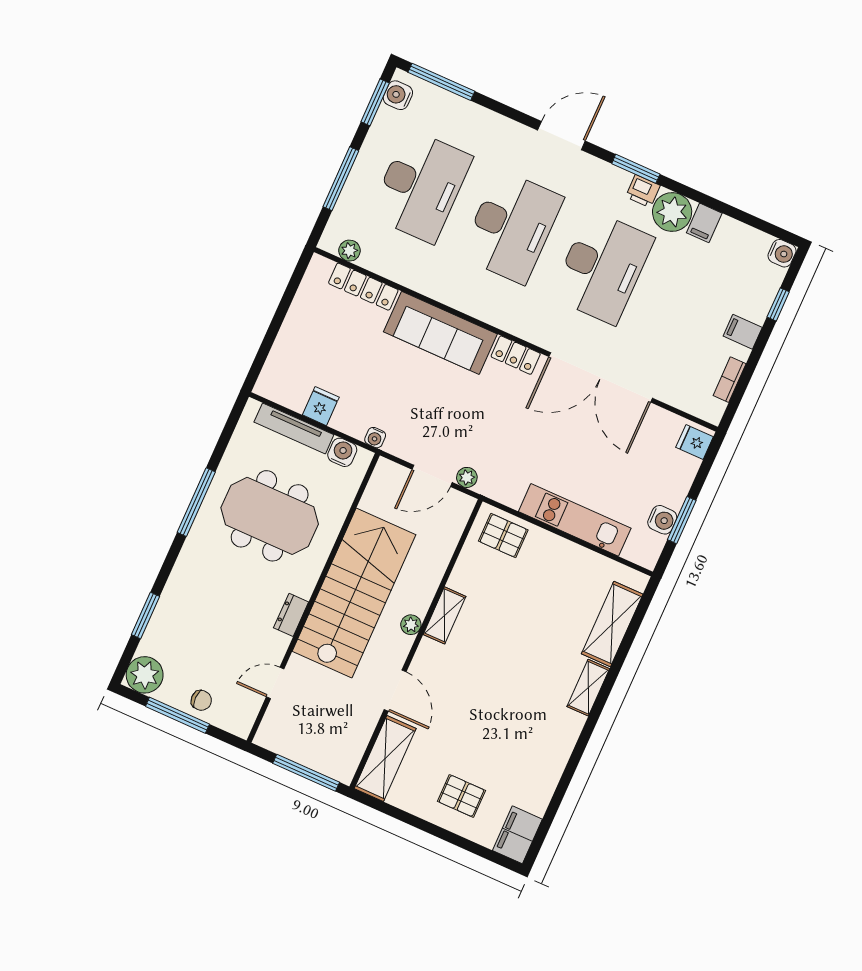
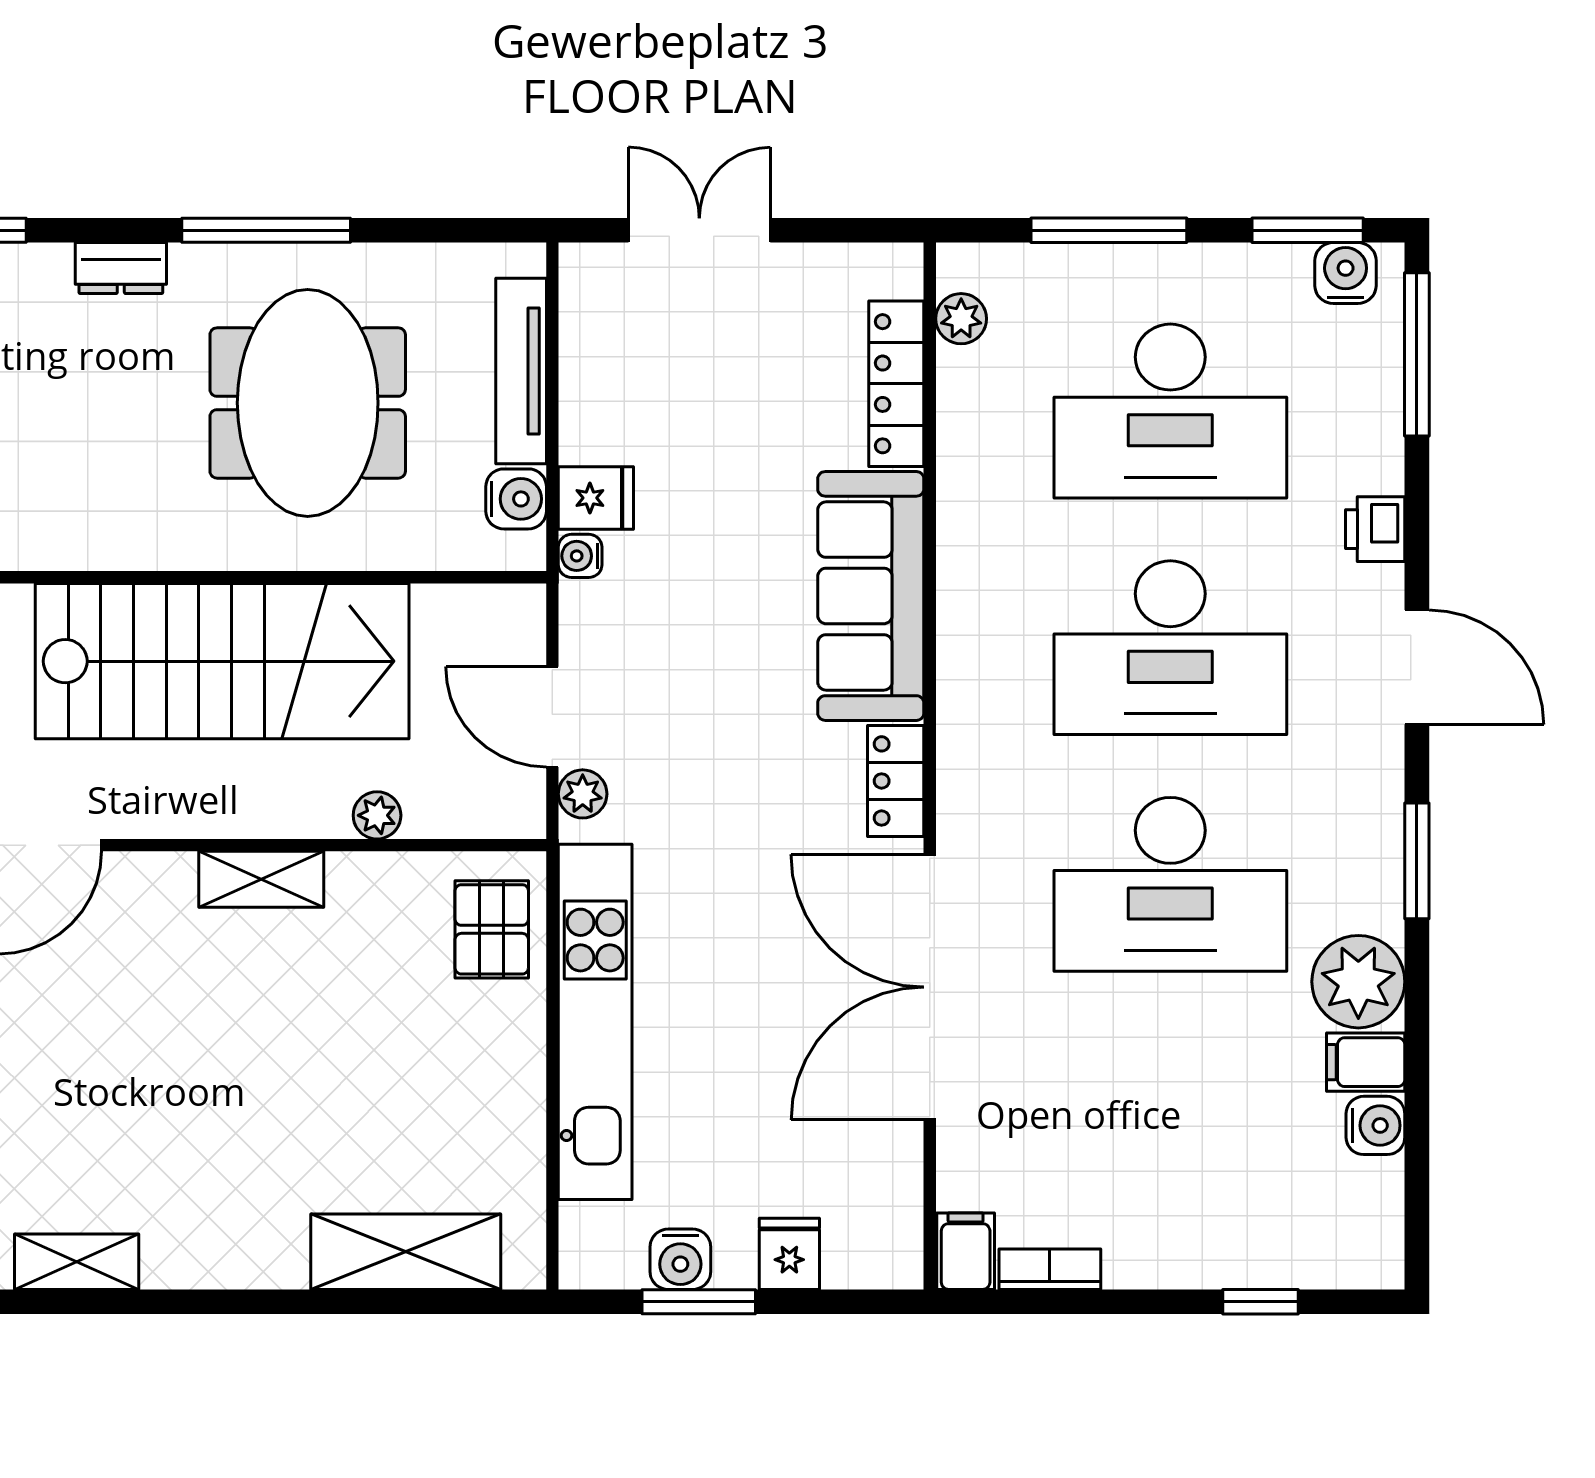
printer: (643, 191) -> (1375, 529), moved
water cooler: (782, 253) -> (1375, 1125), moved, turned -90
filing cabinet: (743, 332) -> (966, 1251), moved
double door: (271, 336) -> (699, 230), added
fridge: (321, 406) -> (596, 498), moved
fridge: (695, 442) -> (789, 1254), moved
kitchen unit: (575, 520) -> (595, 1022), width x1.36
dresser: (291, 615) -> (121, 268), moved, turned 180
plant: (411, 625) -> (377, 815), moved
shelving: (588, 688) -> (77, 1262), moved

